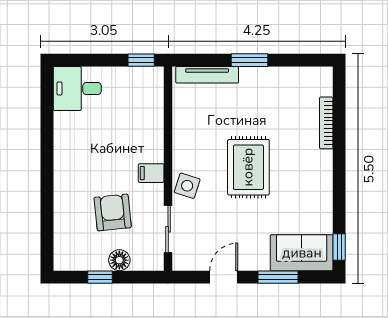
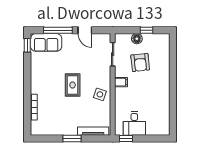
desk: (77, 88) -> (134, 123), moved, turned 90
rug: (248, 167) -> (73, 85), width x0.73, depth x0.70
side table: (187, 186) -> (100, 94), moved
door: (224, 277) -> (85, 30), hinge flipped
window: (278, 277) -> (58, 30), width x1.44

